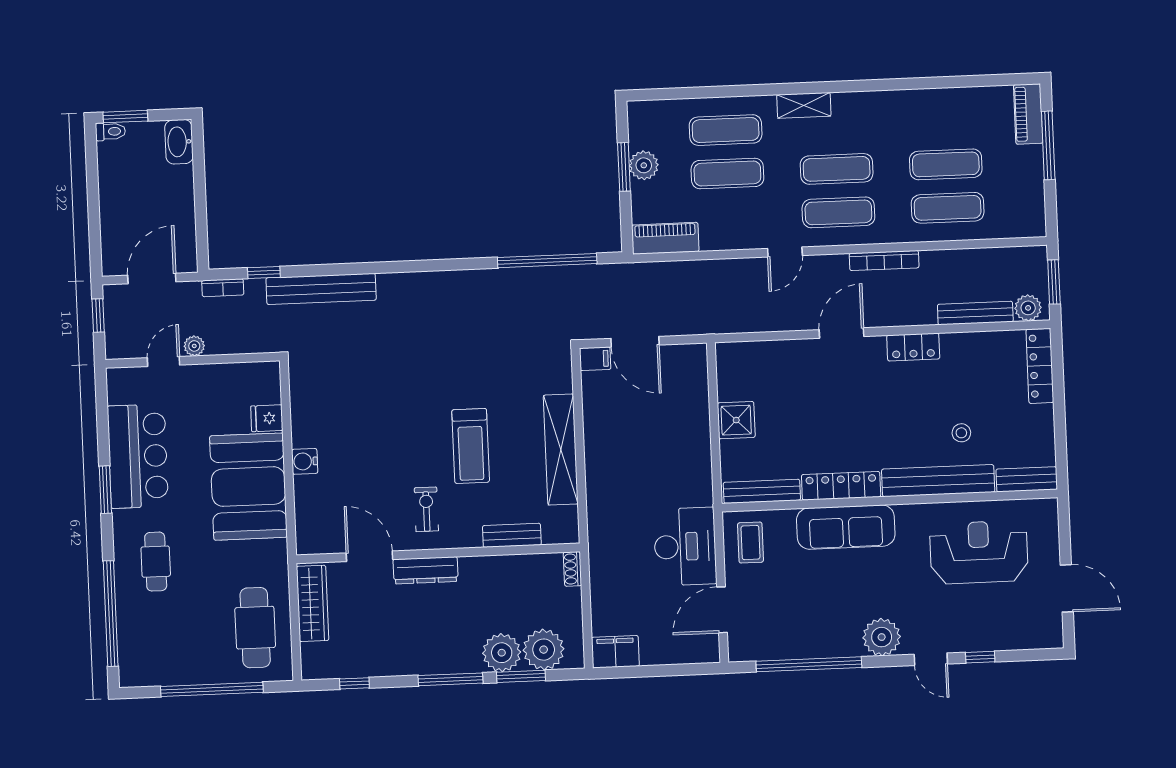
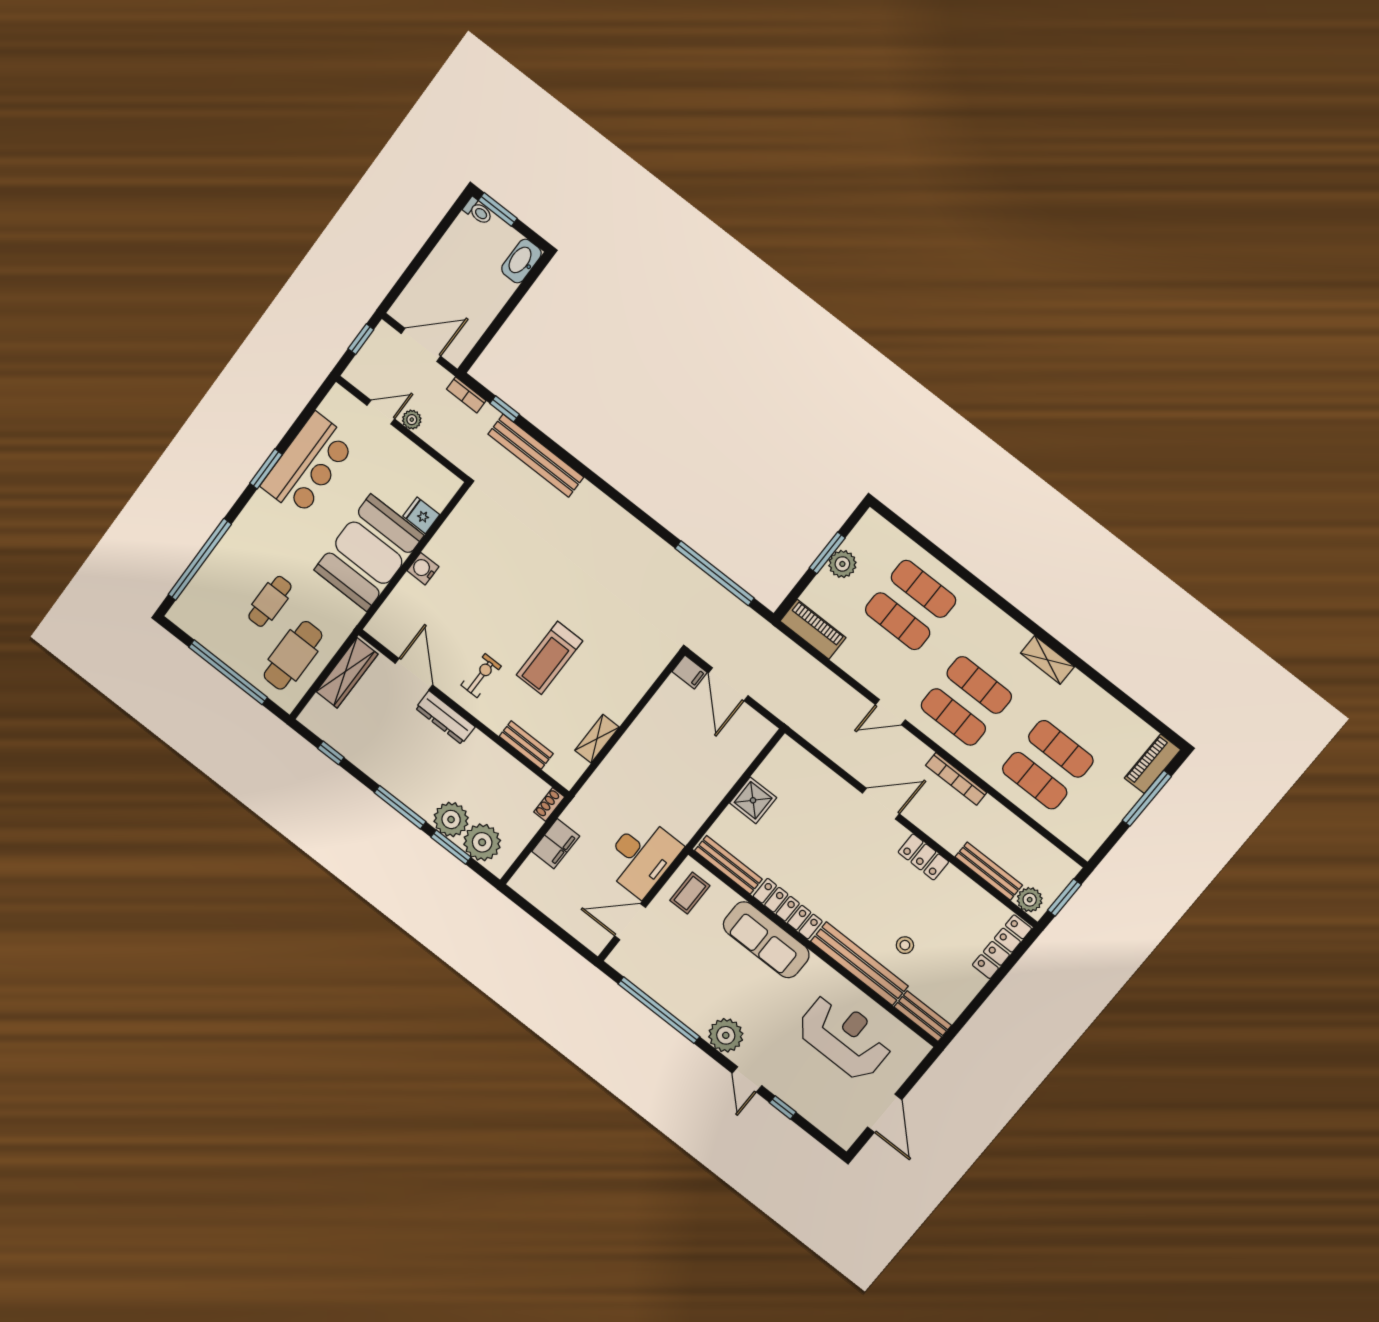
shelving: (804, 105) -> (1047, 660), moved
shelving: (561, 450) -> (597, 739), width x0.45, depth x0.75
cafe table: (156, 562) -> (270, 601), moved
filing cabinet: (615, 652) -> (556, 844), moved, turned 90

